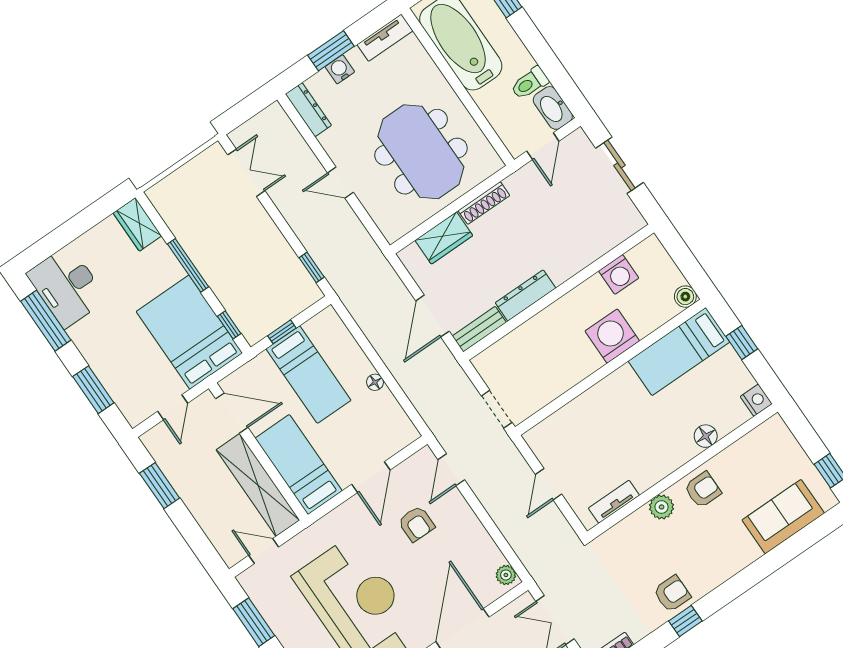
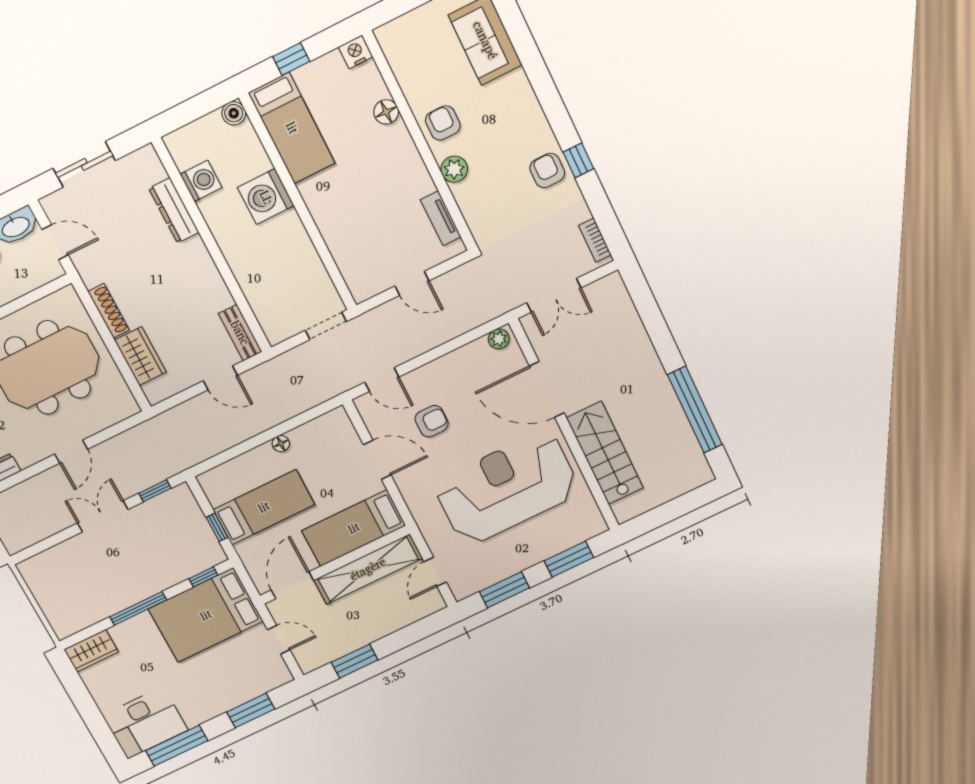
double door: (246, 173) -> (103, 516), moved
dresser: (526, 295) -> (174, 210), moved
door: (433, 316) -> (220, 378), width x0.73

